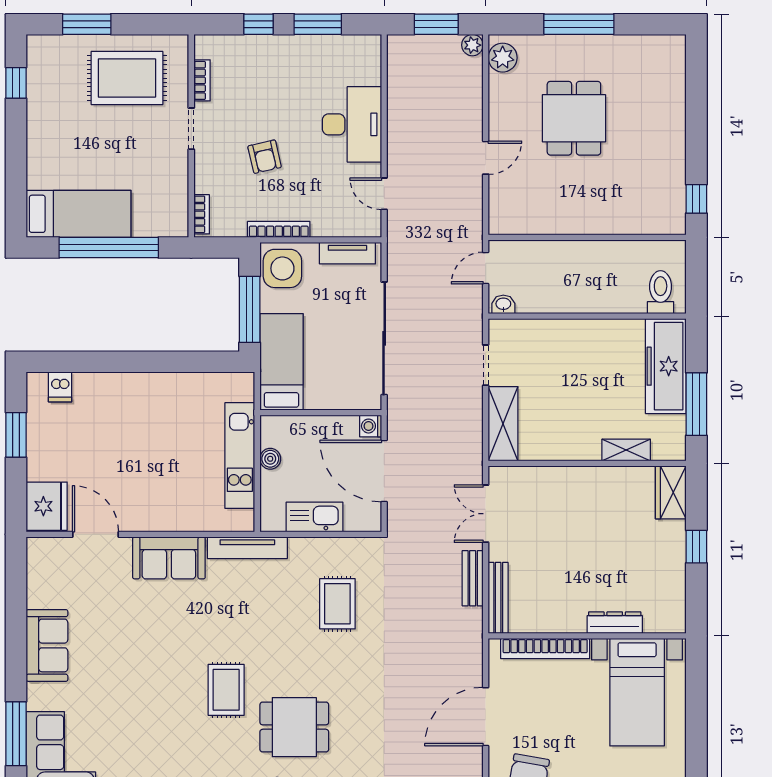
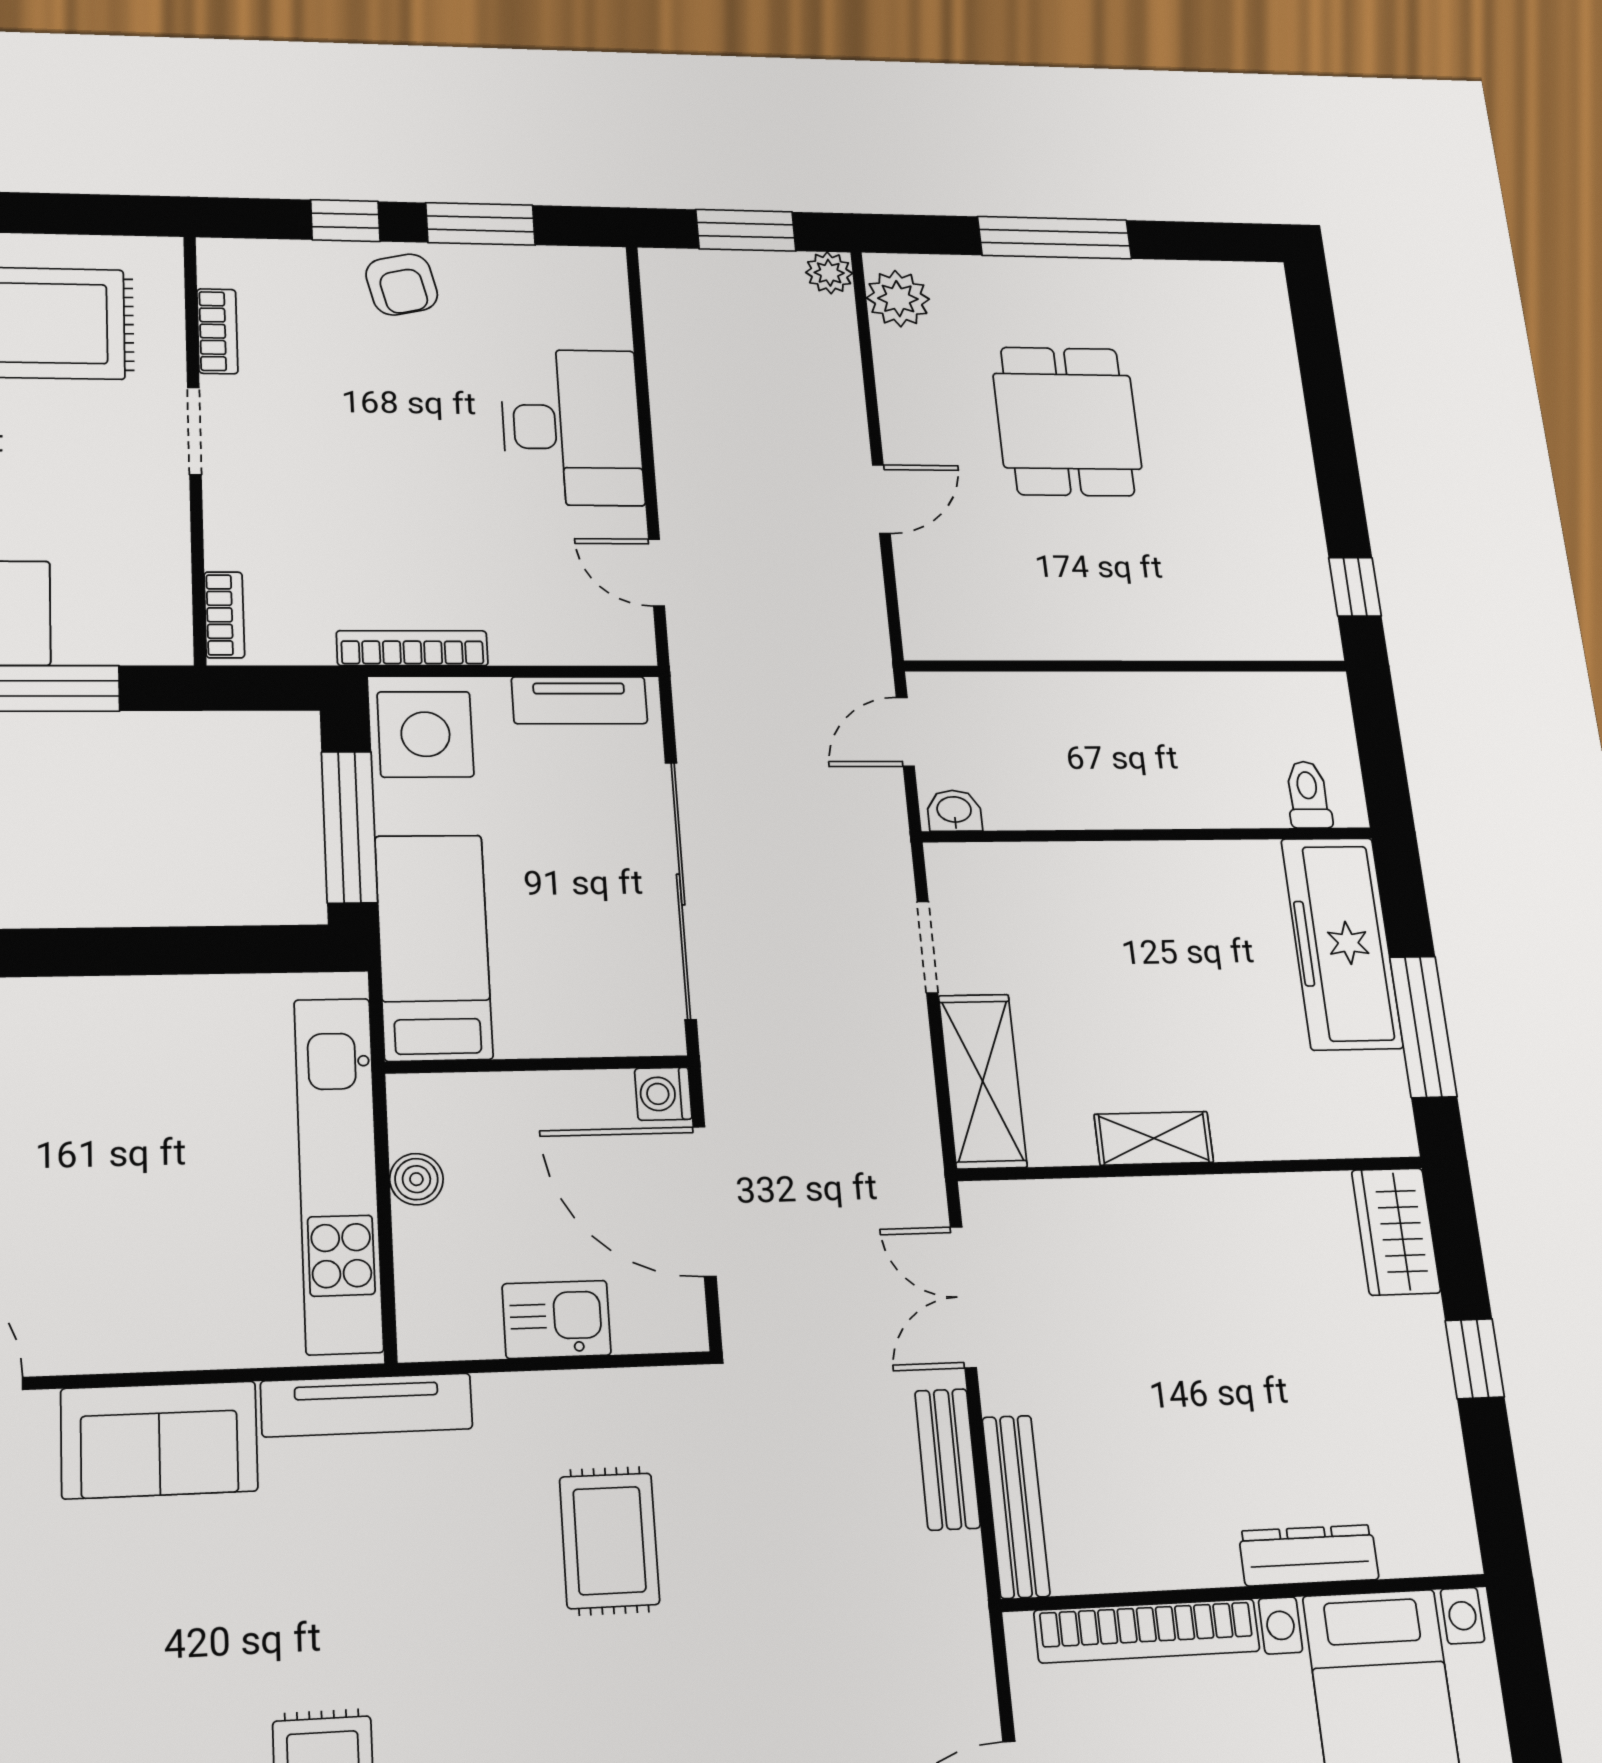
armchair: (265, 157) -> (402, 285), moved
toilet: (661, 292) -> (1308, 795), width x0.73, depth x0.72
shelving: (626, 450) -> (1154, 1138), moved
kitchen unit: (240, 456) -> (338, 1173), width x1.36
kitchen sink: (315, 517) -> (557, 1319), width x0.73

